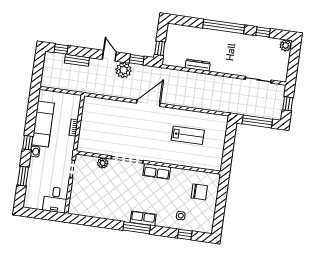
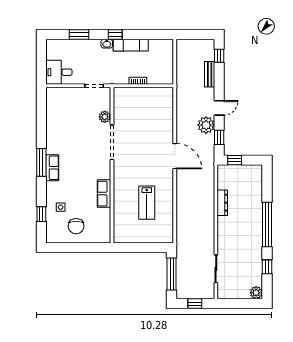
exam couch: (43, 124) -> (131, 45), width x0.73, depth x0.69
row of seats: (157, 171) -> (104, 194), moved
chair: (199, 192) -> (76, 226), moved

